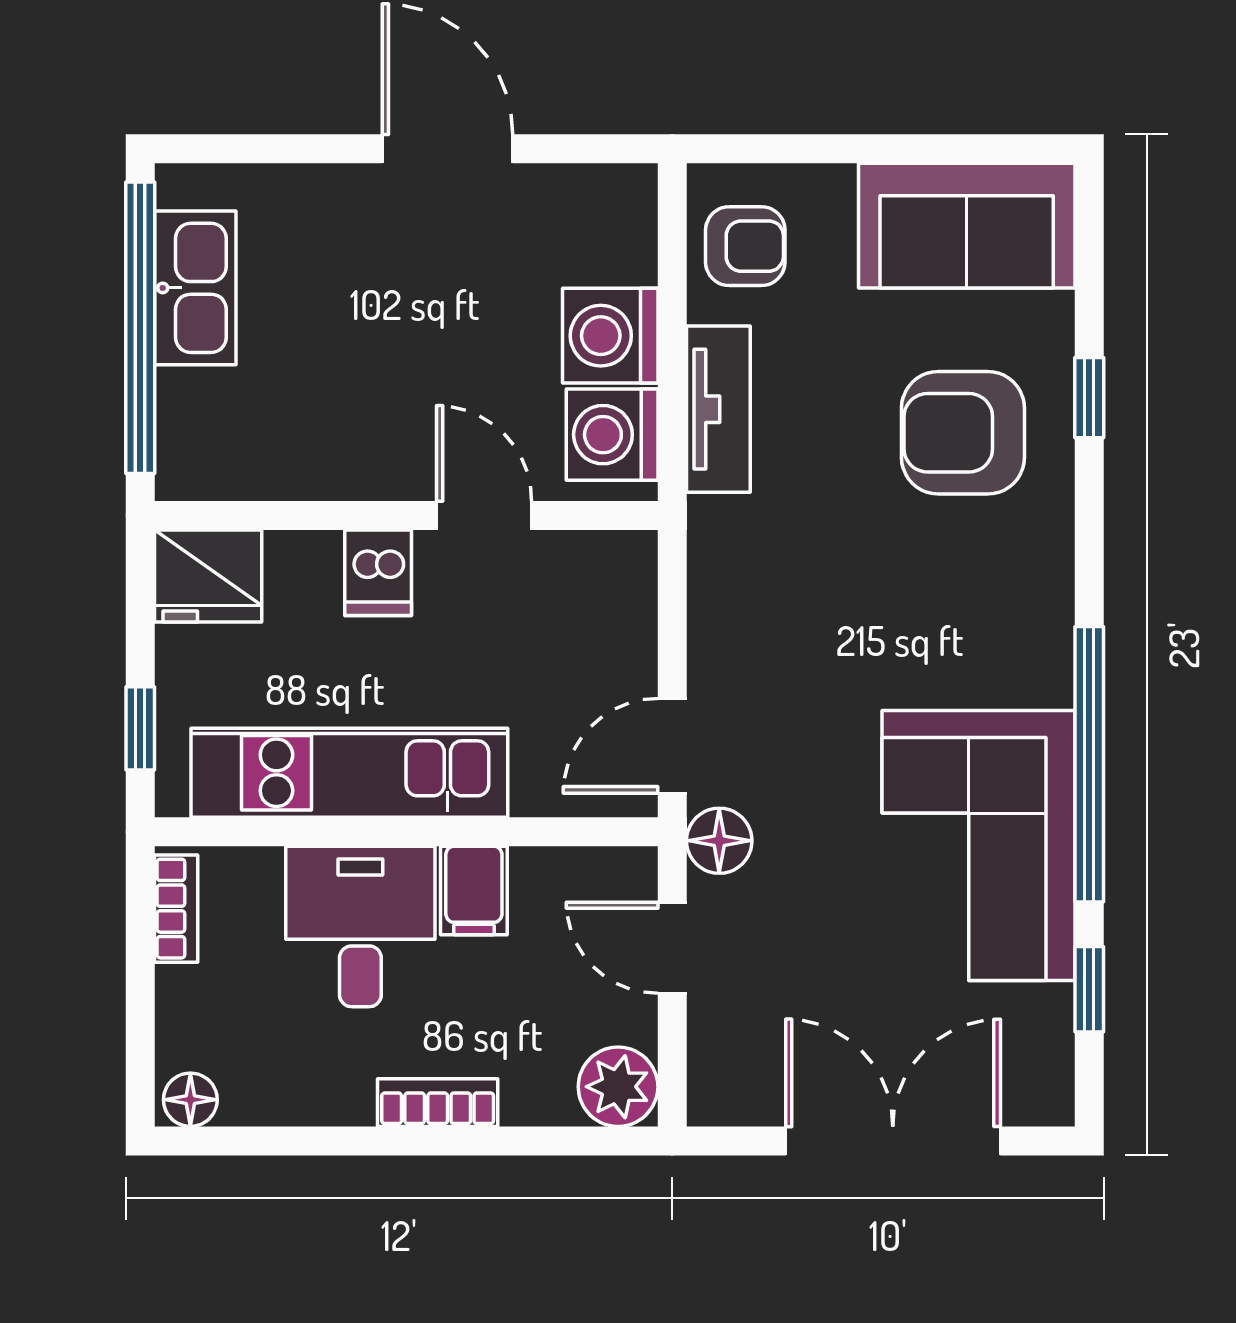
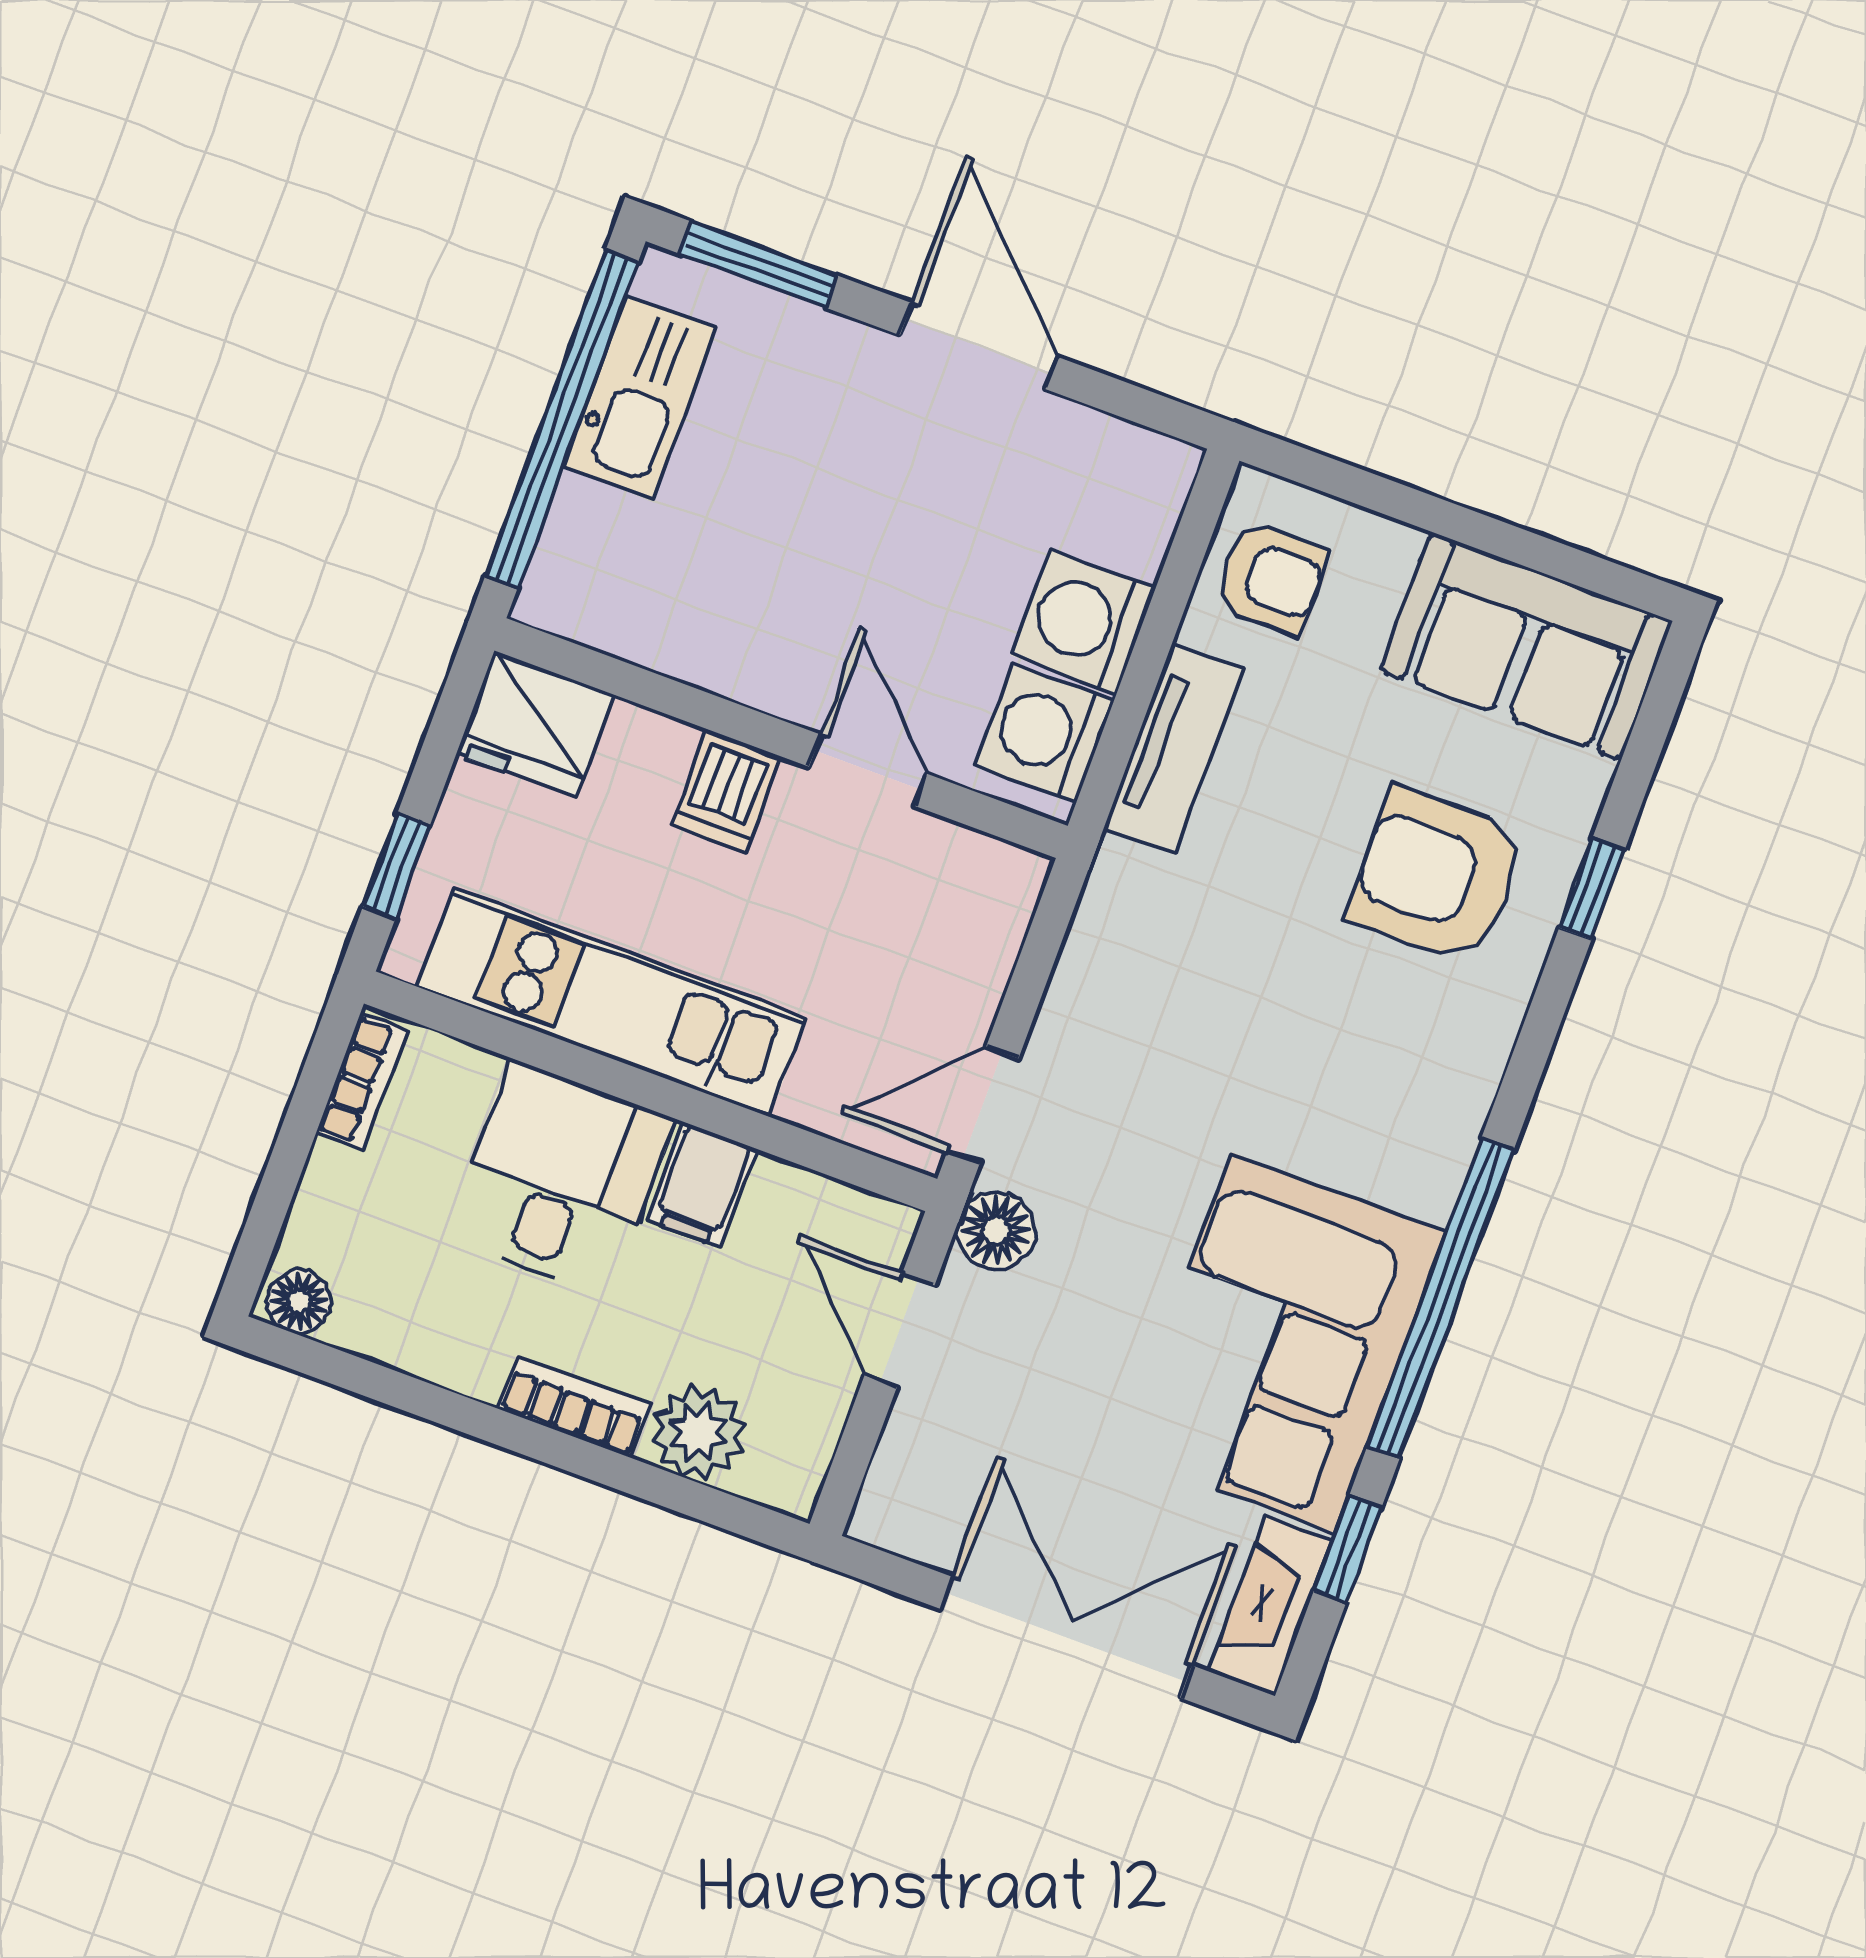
window: (250, 149) -> (758, 264), added
fireplace: (1045, 1056) -> (1271, 1606), added
plant: (618, 1087) -> (698, 1432), moved

